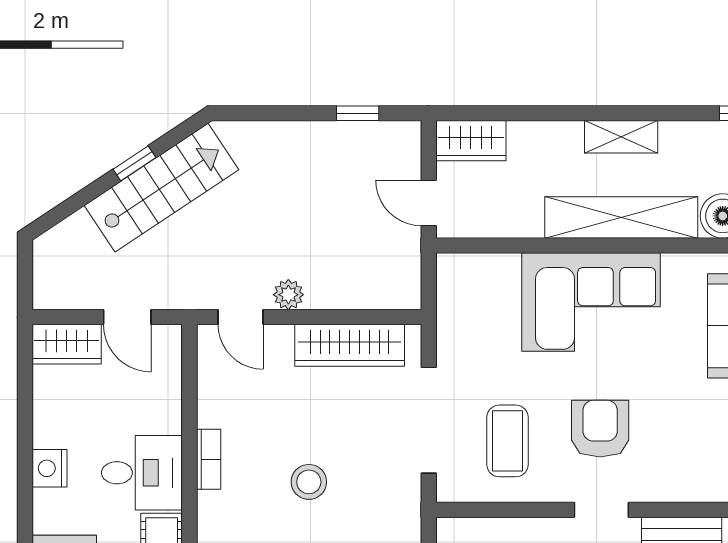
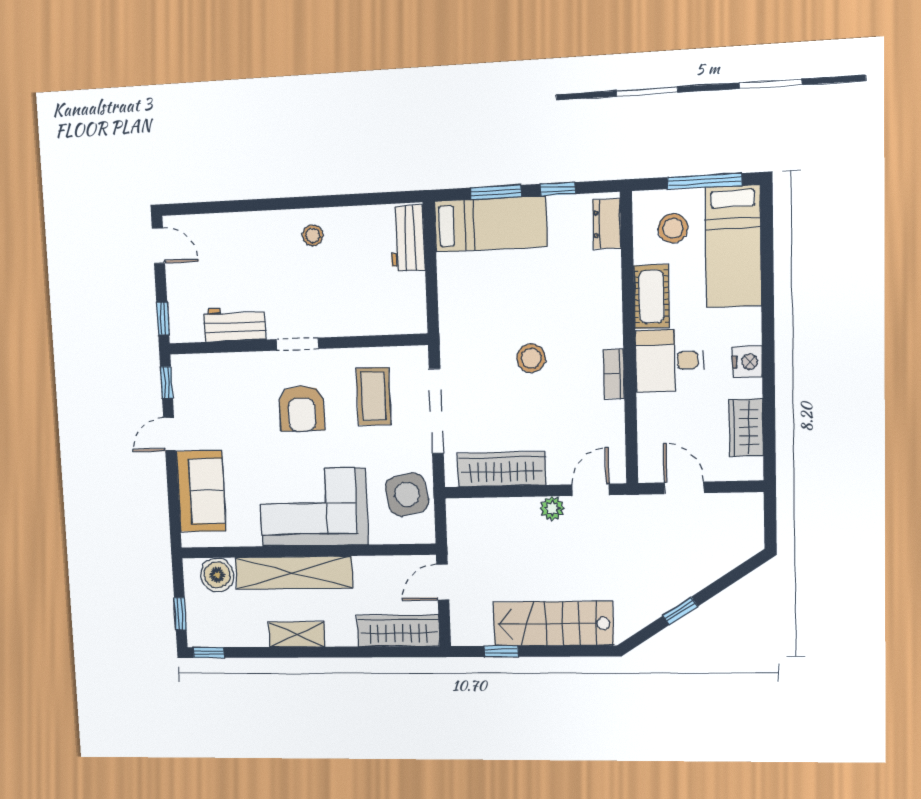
wardrobe: (471, 141) -> (398, 631), width x1.50
stairs: (162, 188) -> (553, 624), moved, turned 34
door: (429, 203) -> (443, 582), swing flipped
side table: (470, 316) -> (407, 494), added
door: (240, 317) -> (591, 490), hinge flipped
wardrobe: (67, 344) -> (746, 427), moved, turned -90

